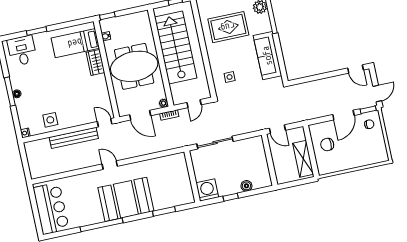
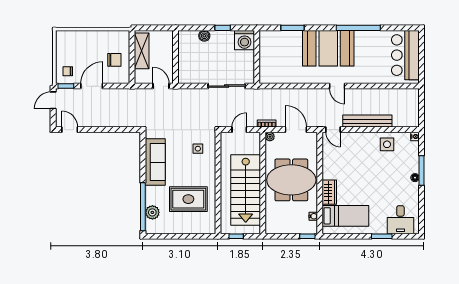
window: (10, 92) -> (422, 171), moved

